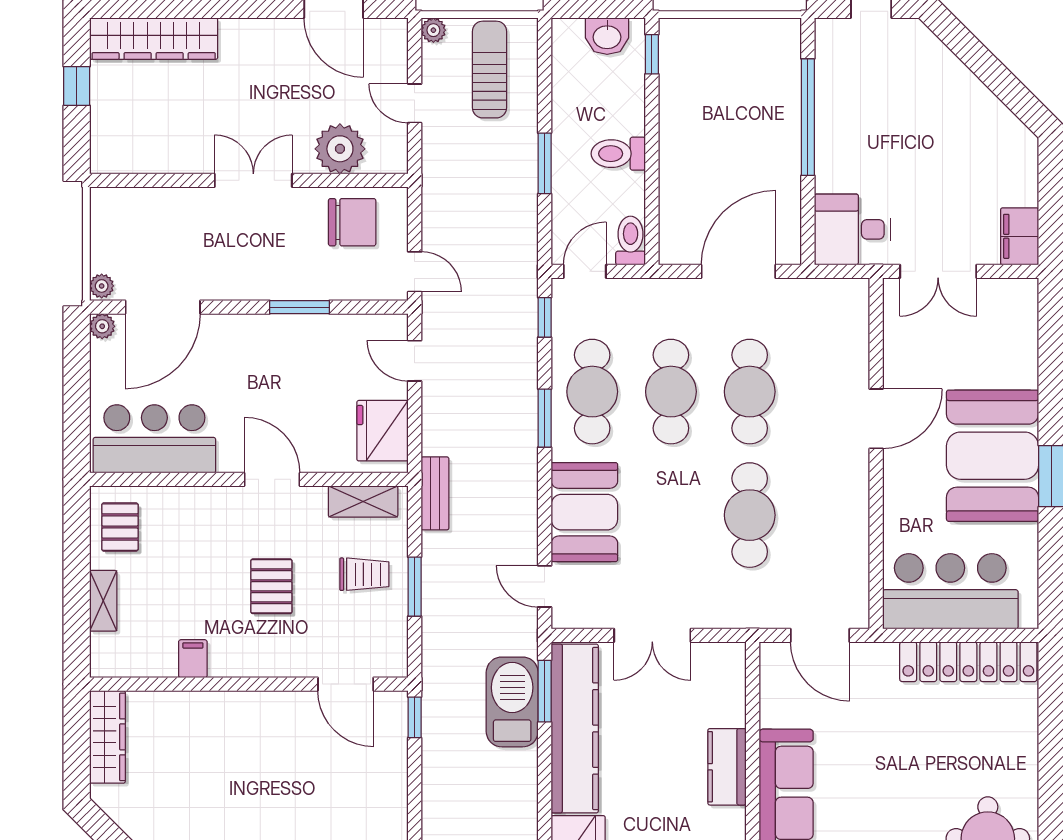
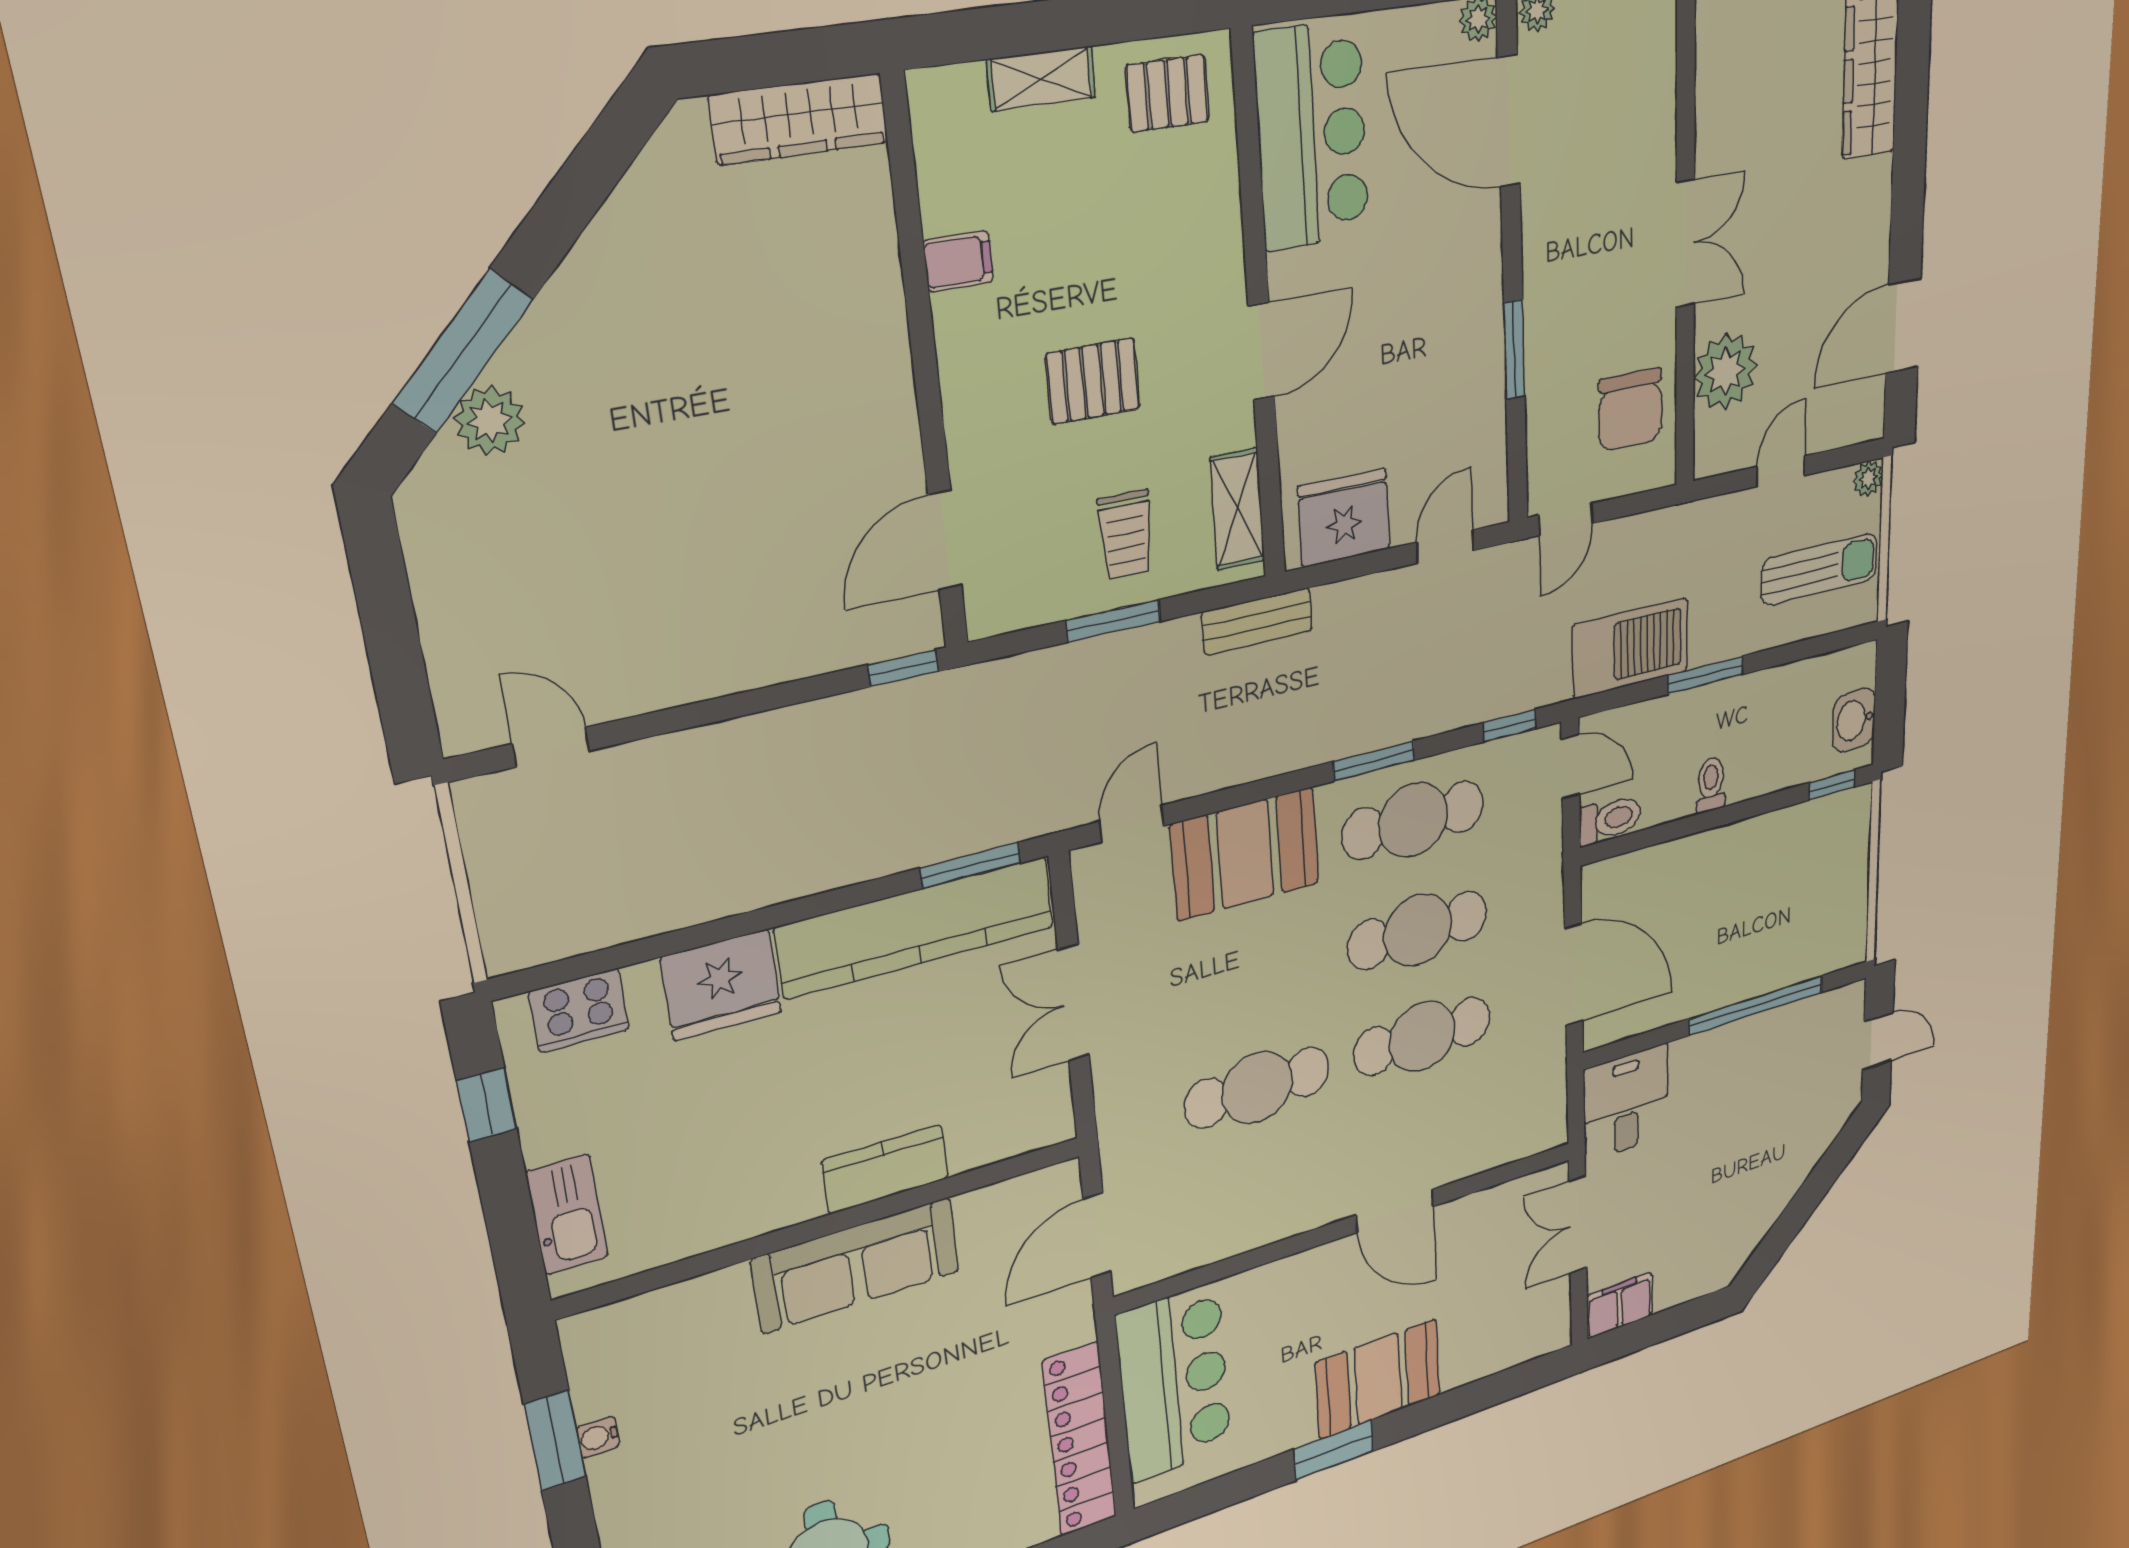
toilet: (618, 154) -> (1711, 785), width x0.73, depth x0.72
booth: (993, 456) -> (1378, 1379), width x0.73, depth x0.70
barbecue: (512, 702) -> (1630, 648), moved

